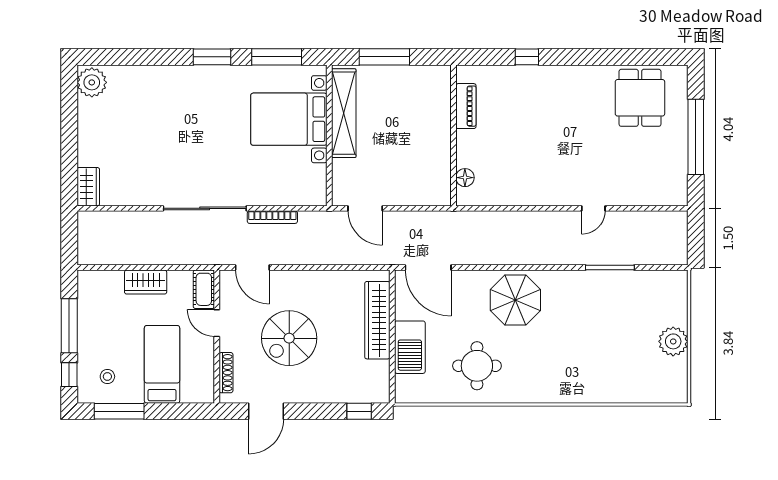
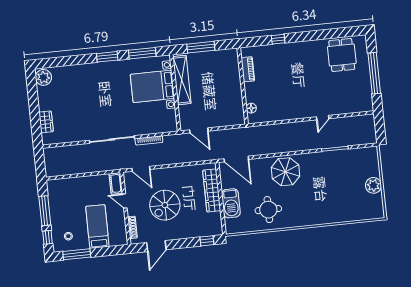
wardrobe: (88, 187) -> (46, 122), moved
wardrobe: (146, 282) -> (84, 183), removed

